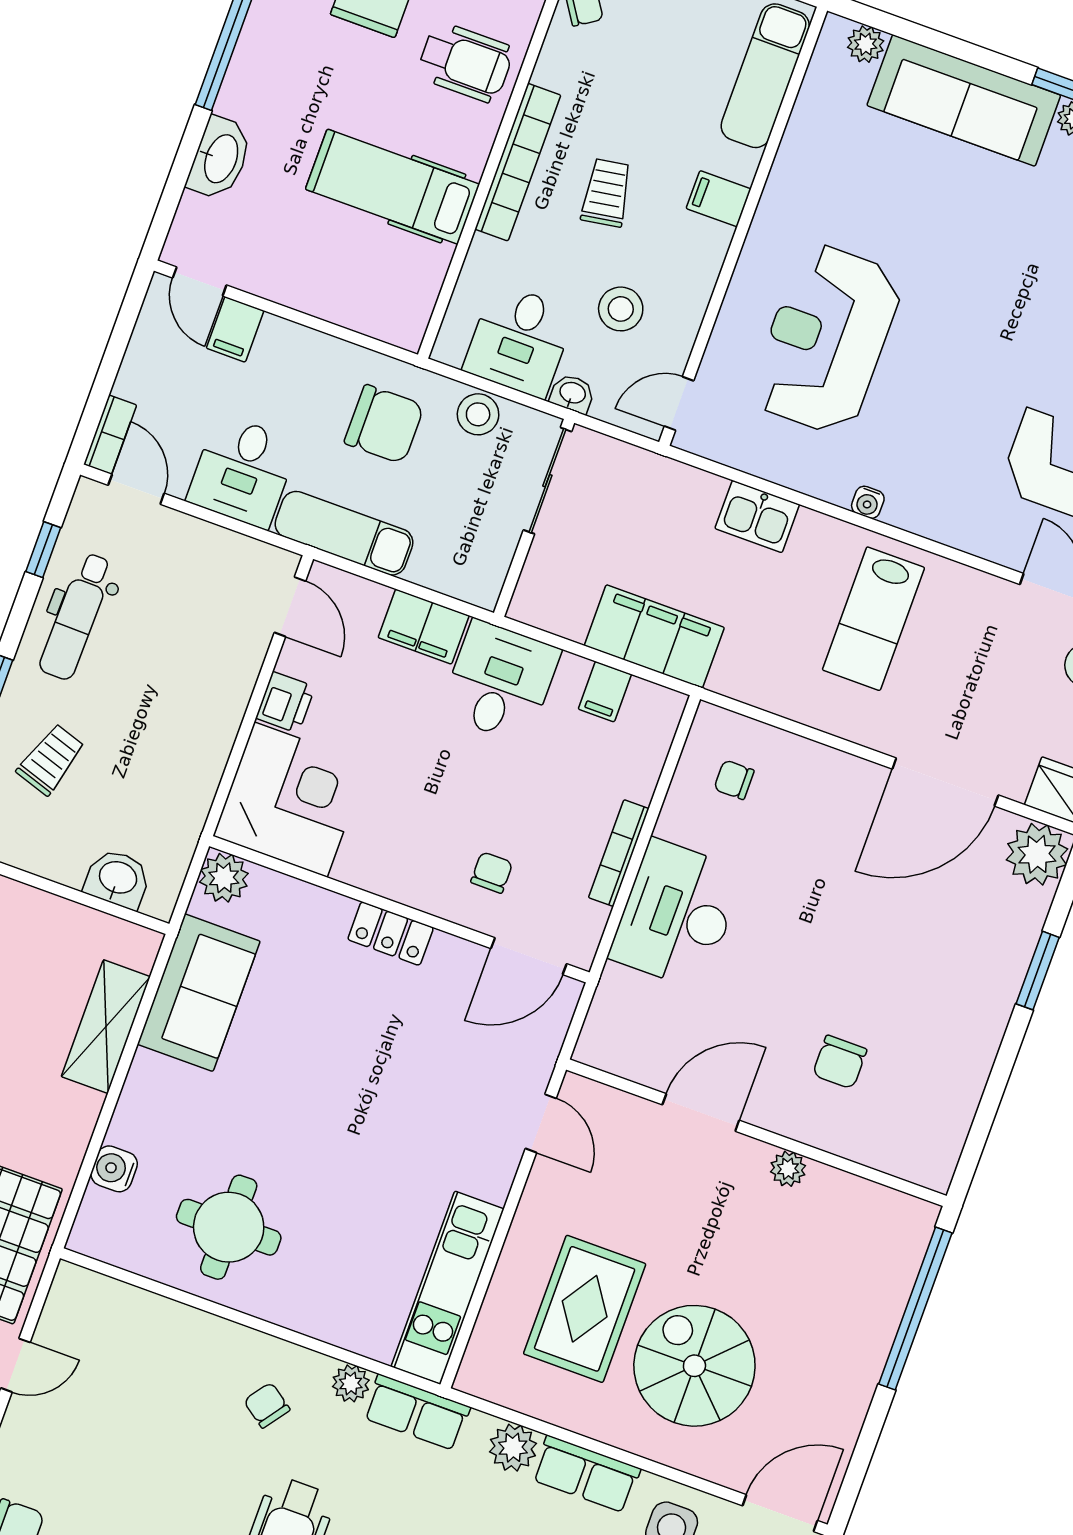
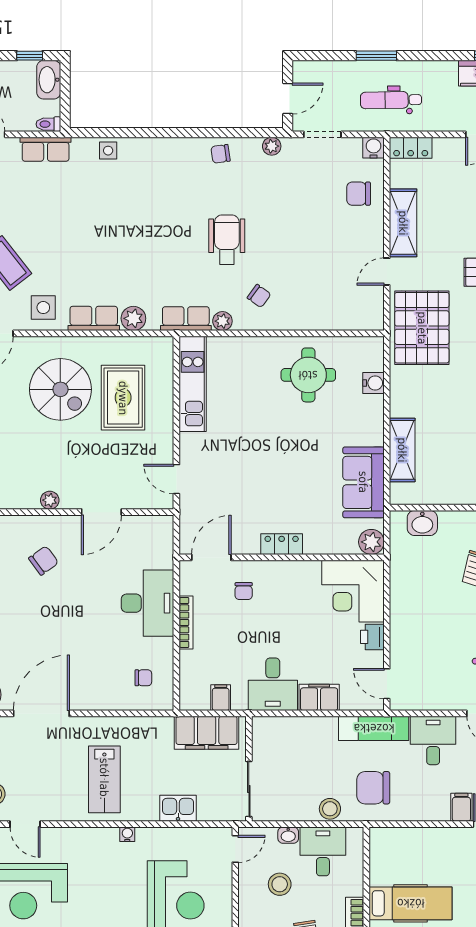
sliding door: (547, 481) -> (249, 789), moved
wall: (534, 518) -> (249, 769), moved
lab bench: (873, 619) -> (104, 779), turned 180
chair: (840, 1062) -> (44, 561), turned 54

